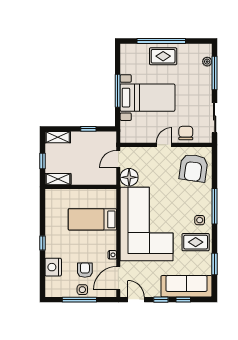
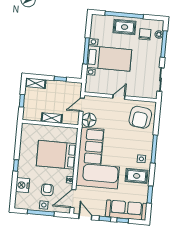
chair: (186, 133) -> (145, 34), moved
shelving: (58, 179) -> (52, 118), moved
bed: (92, 219) -> (56, 155), width x1.50

